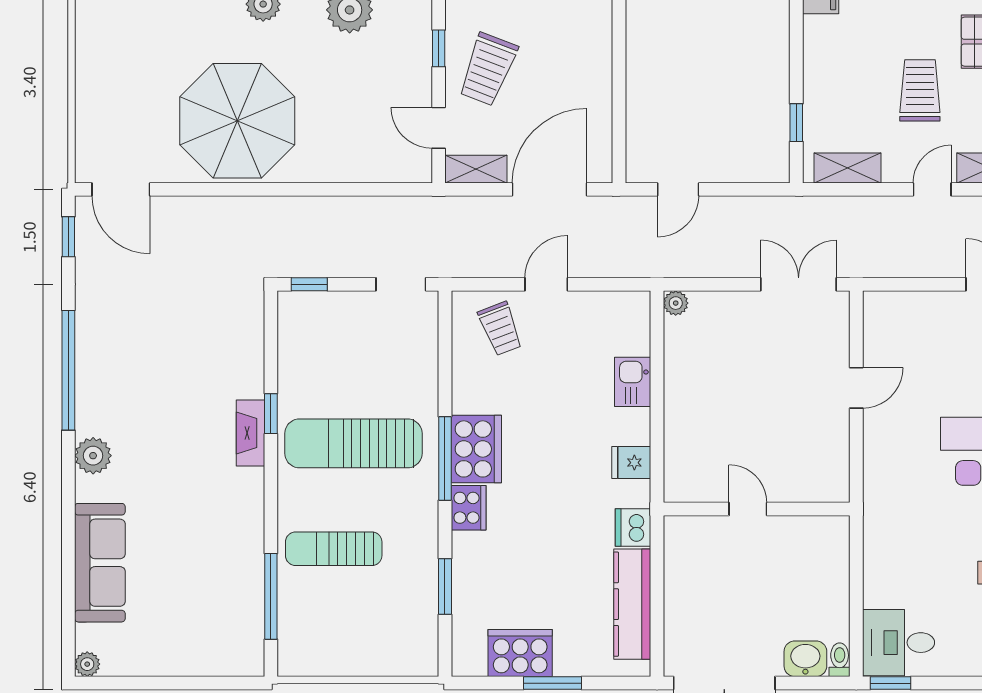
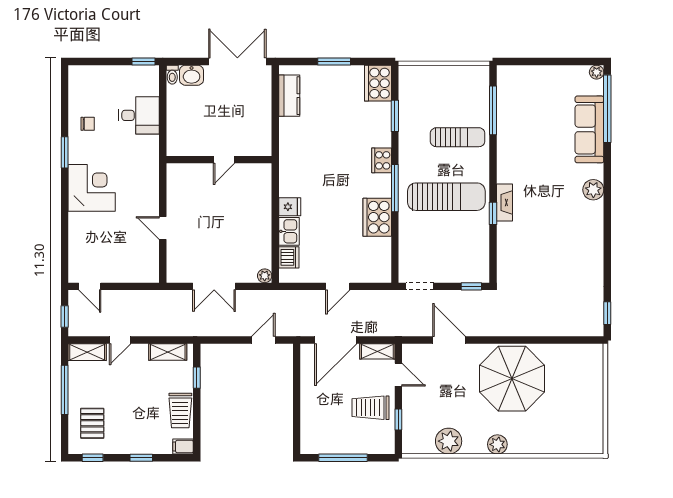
trolley: (488, 69) -> (371, 408), turned -111
trolley: (920, 90) -> (180, 410), moved
door: (121, 189) -> (449, 340), moved
double door: (799, 284) -> (214, 286), moved
trolley: (500, 329) -> (364, 261), removed
window: (68, 370) -> (607, 109), moved
door: (856, 388) -> (163, 228), hinge flipped
cooker: (476, 449) -> (377, 217), moved
fridge: (631, 463) -> (290, 207), moved
door: (748, 509) -> (224, 160), hinge flipped
dishwasher: (633, 528) -> (289, 257), moved
kitchen counter: (632, 604) -> (289, 96), width x0.67
desk: (899, 643) -> (139, 115), moved
cooker: (520, 653) -> (378, 83), moved, turned 90

